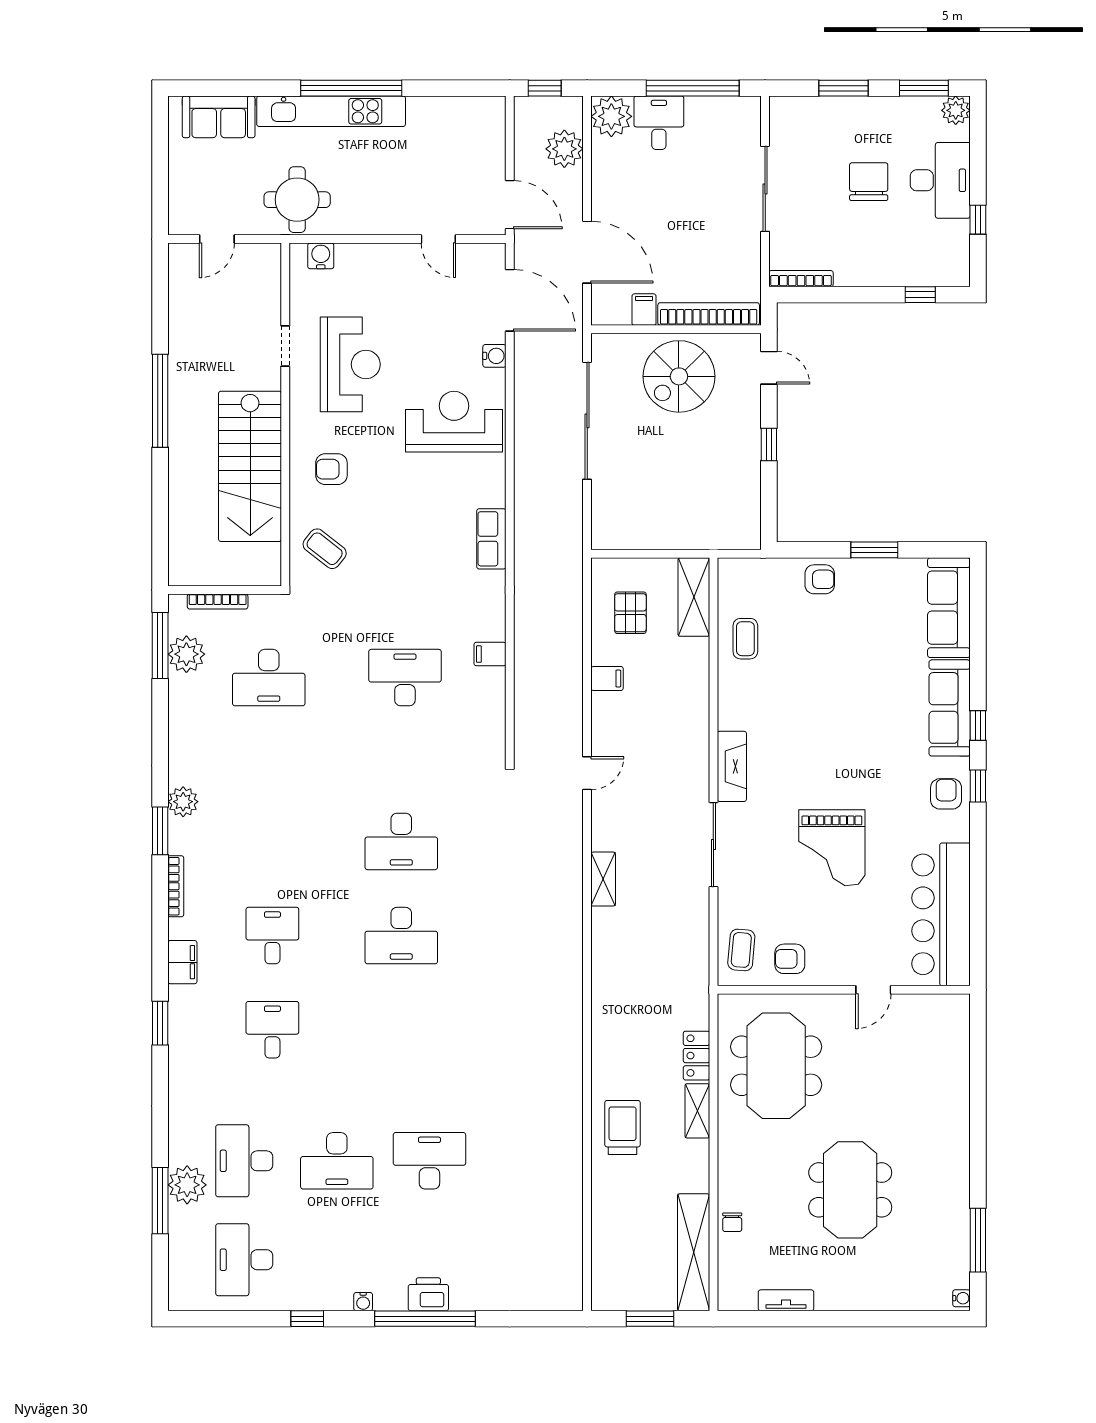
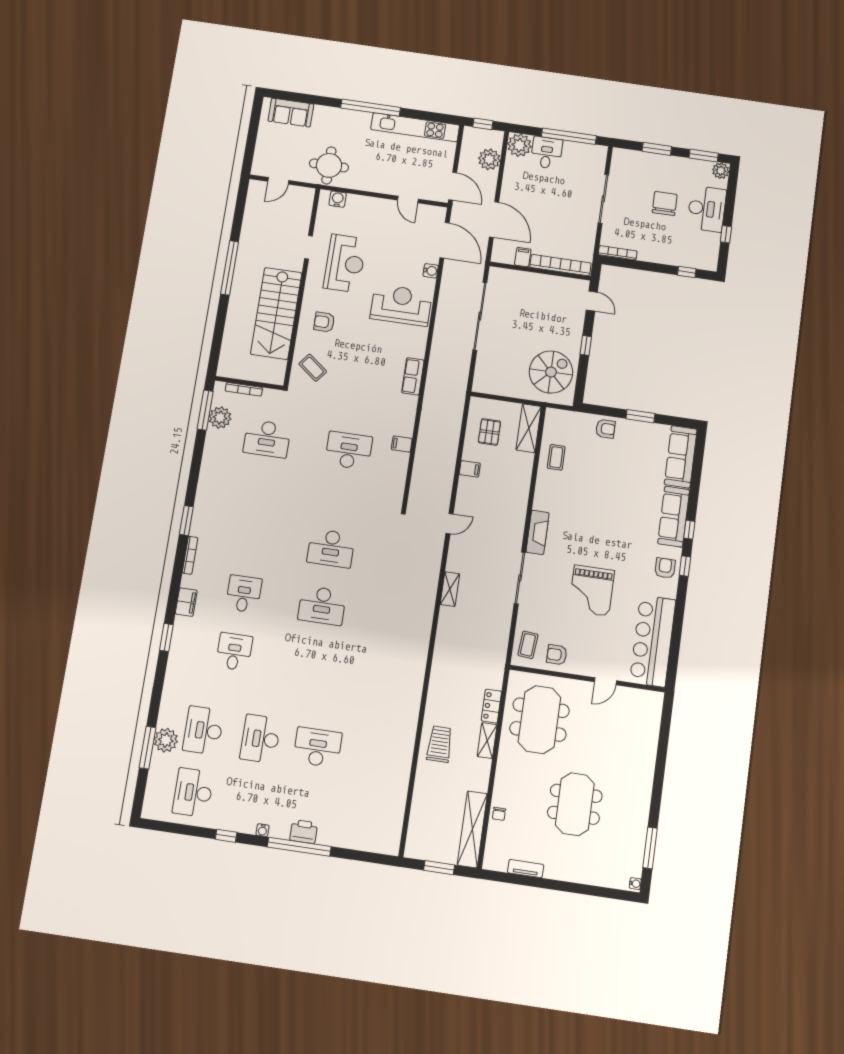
kitchen unit: (331, 111) -> (415, 127), moved
spiral stairs: (679, 376) -> (551, 372), moved, turned 180
plant: (183, 802) -> (203, 505), removed
desk: (337, 1161) -> (260, 739), turned 90

